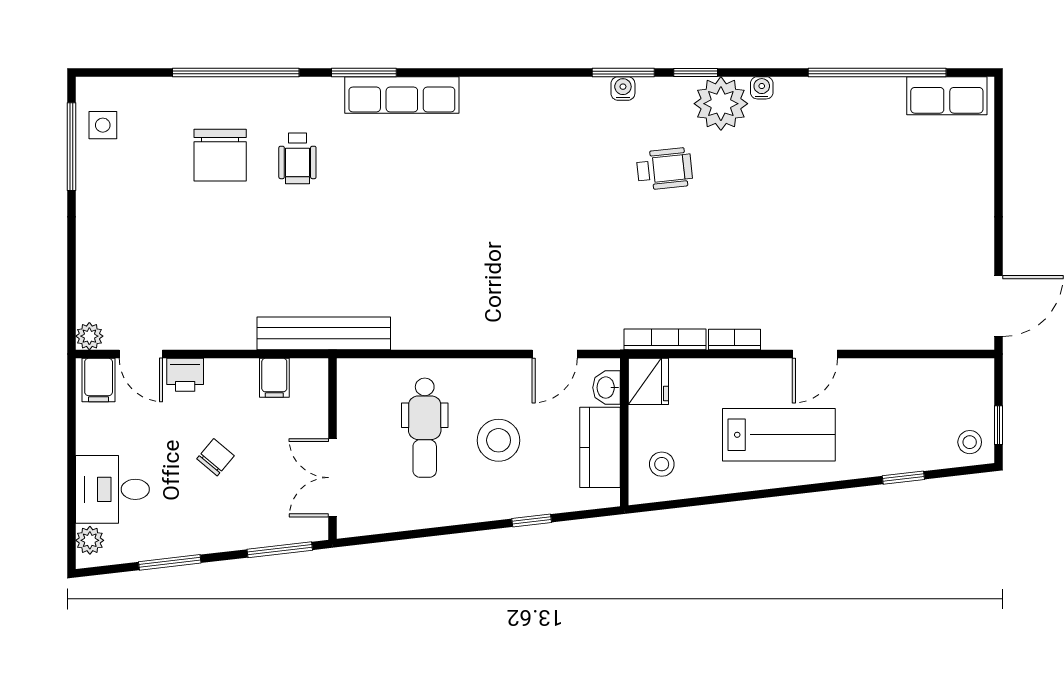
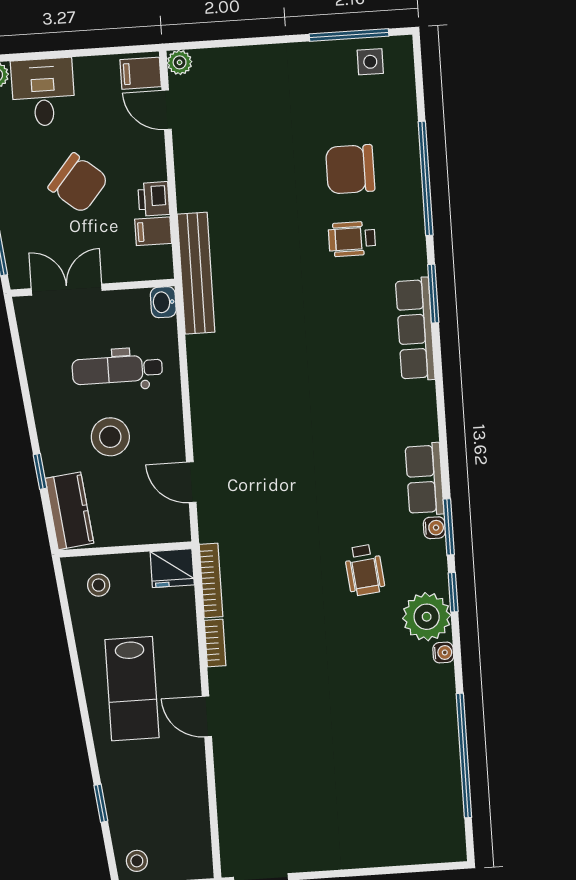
row of seats: (947, 96) -> (425, 479), moved
door: (141, 354) -> (167, 110), hinge flipped
printer: (185, 375) -> (154, 199), moved
washbasin: (606, 388) -> (163, 302), moved, turned -90
kitchen counter: (600, 447) -> (69, 511), moved, turned 83
chair: (215, 457) -> (78, 183), width x1.87, depth x1.87

